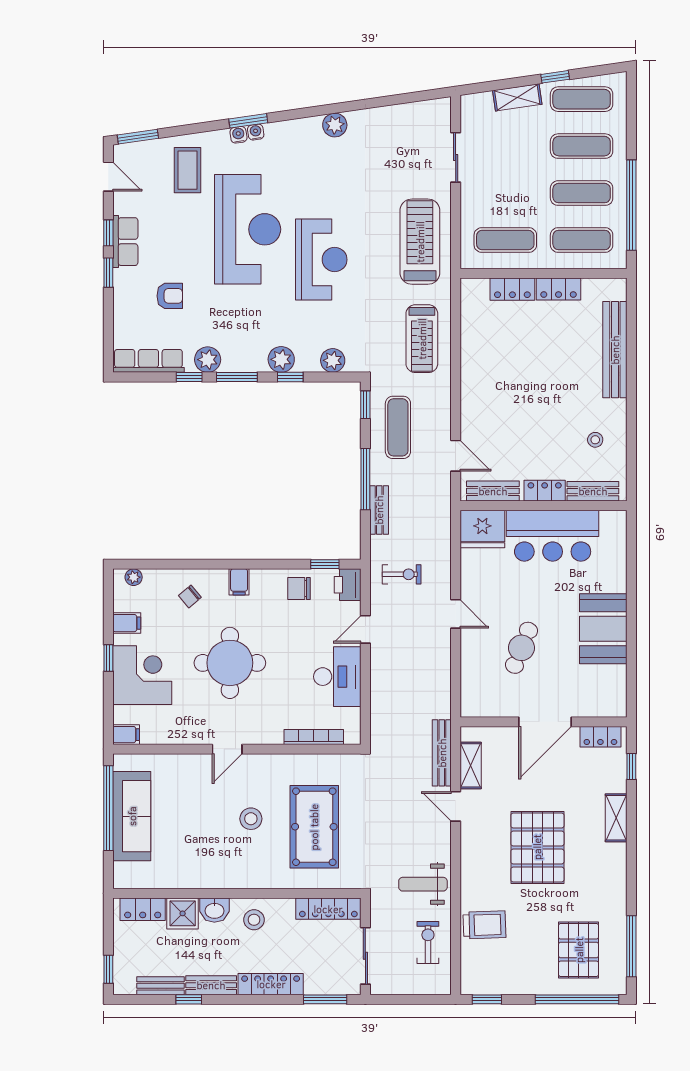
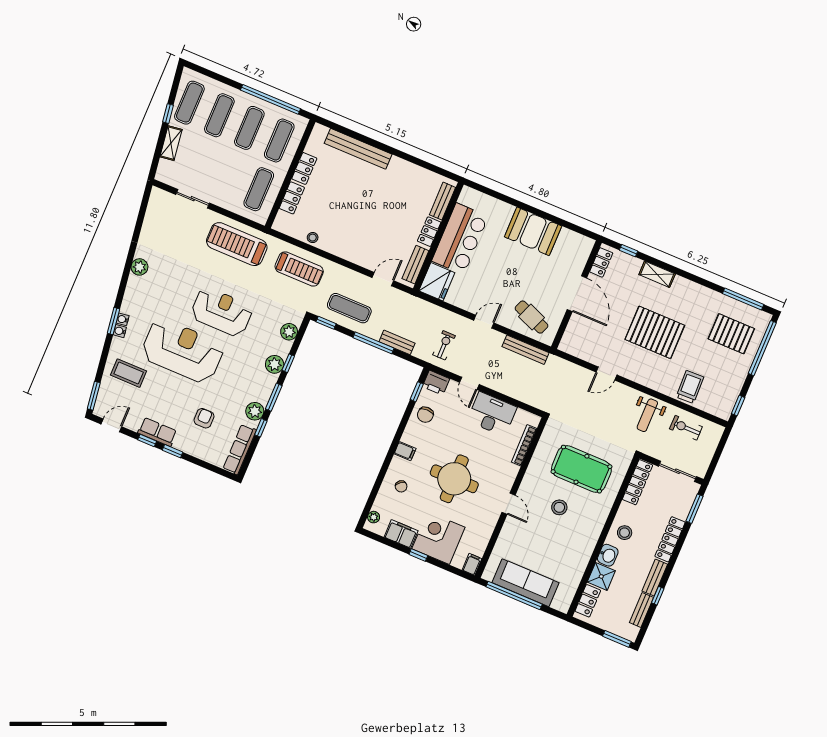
stool: (595, 440) -> (313, 238), moved
filing cabinet: (127, 623) -> (401, 534), width x2.00
cafe table: (521, 648) -> (531, 317), moved
bench: (442, 753) -> (525, 350), moved
shelving: (471, 765) -> (584, 353), removed
window: (108, 969) -> (617, 639), width x1.50

